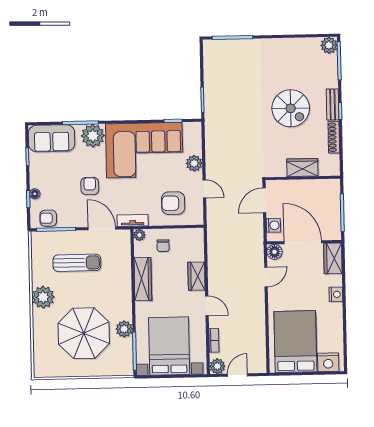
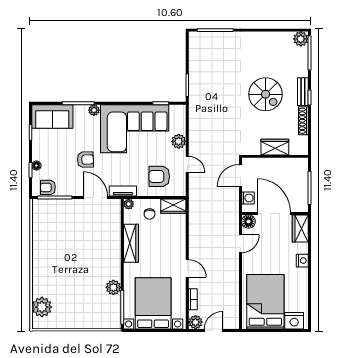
plant: (93, 136) -> (94, 110), width x0.53, depth x0.53
armchair: (90, 186) -> (85, 160), turned 88
sun lounger: (77, 263) -> (73, 228), removed
wardrobe: (196, 276) -> (173, 206), moved, turned -90
plant: (43, 297) -> (42, 307), moved
parasol: (84, 333) -> (77, 290), removed

